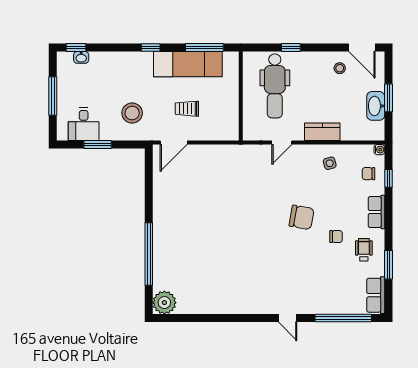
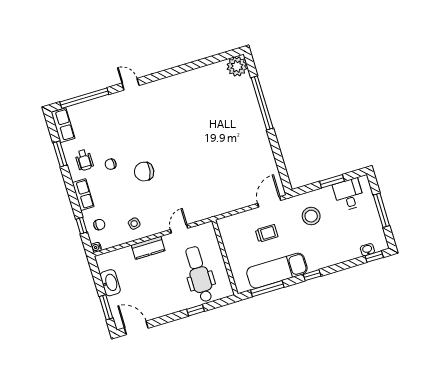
stool: (340, 68) -> (150, 305), removed
window: (388, 98) -> (106, 307), moved

